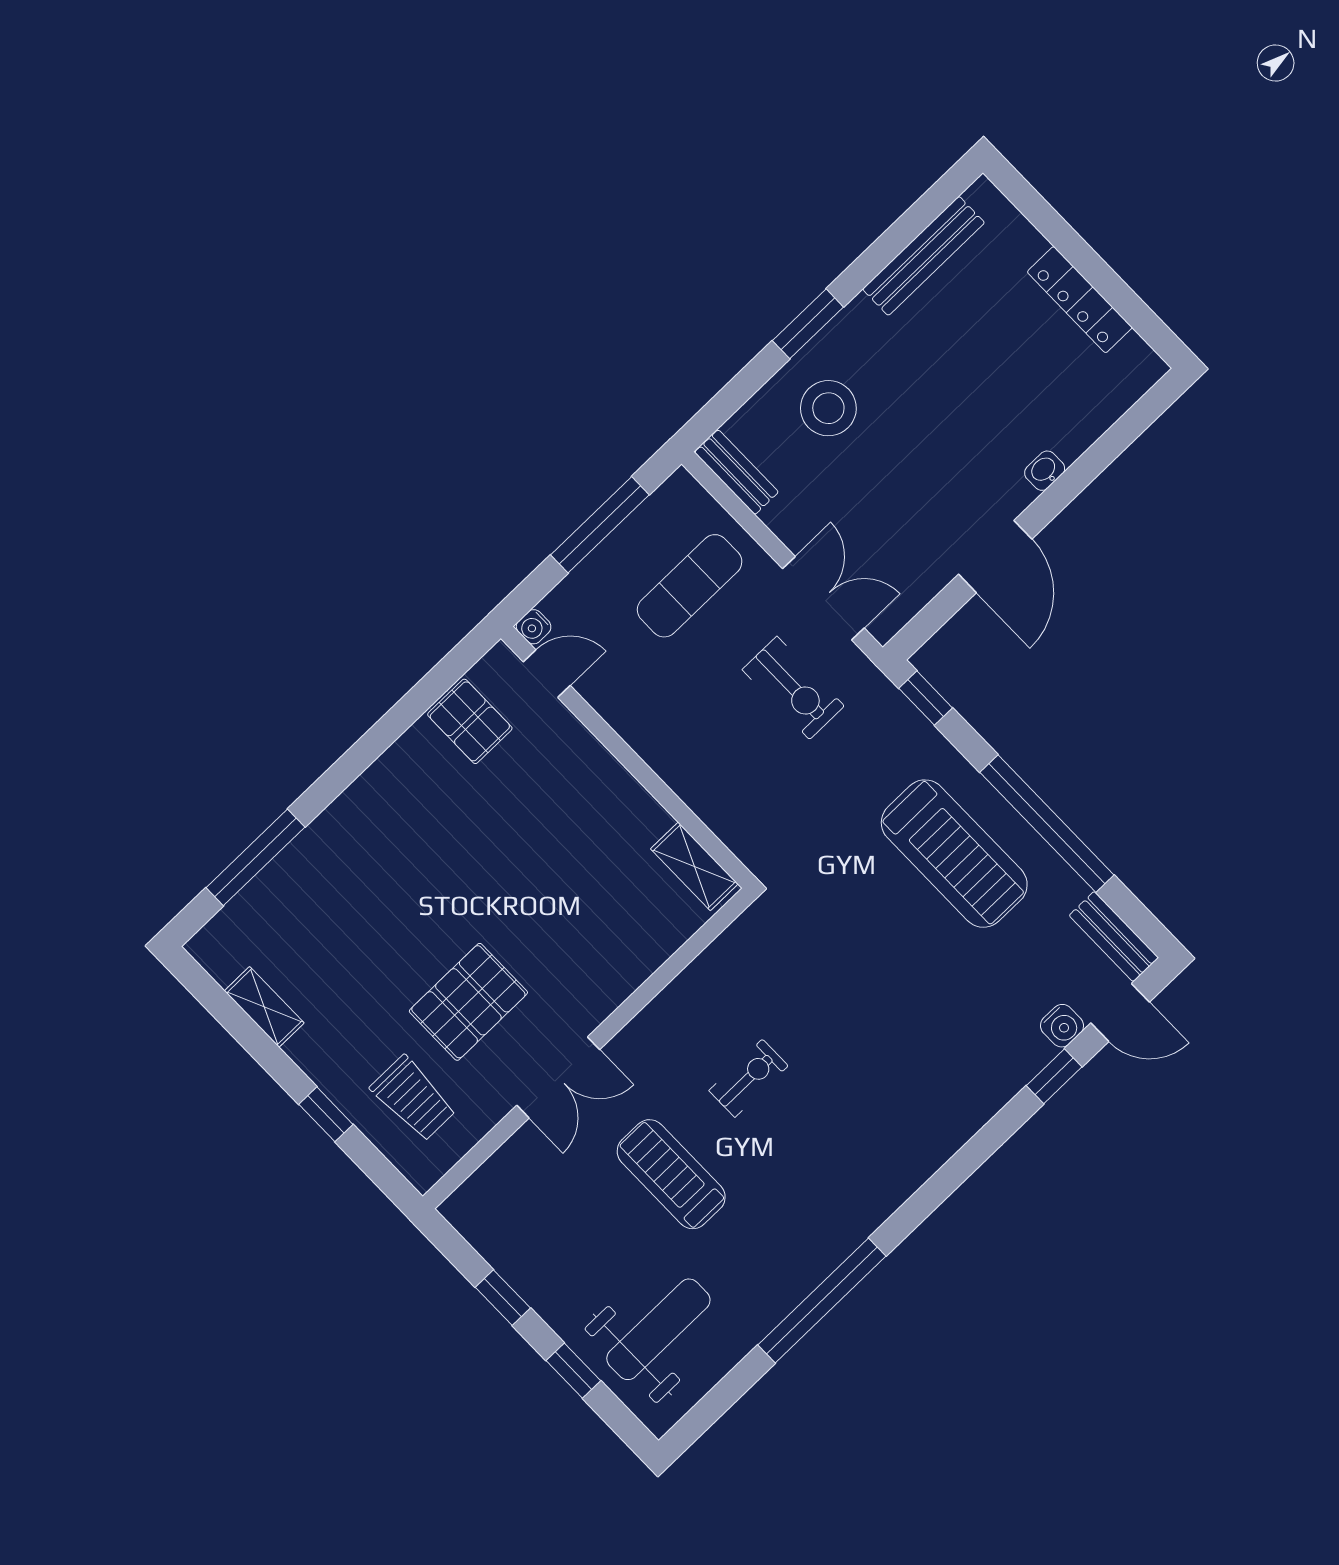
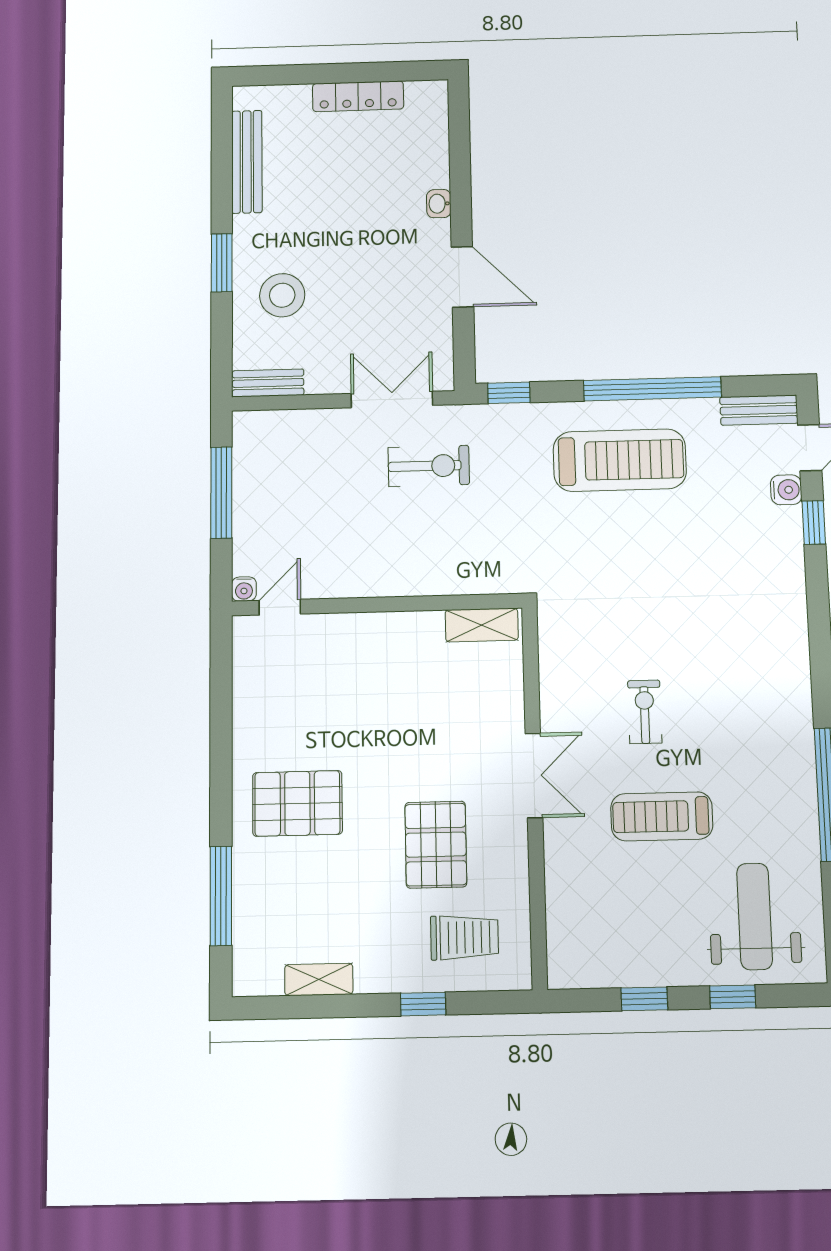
exercise mat: (690, 586) -> (309, 472), removed
pallet: (470, 721) -> (297, 803), moved, width x1.50, depth x1.42
double door: (558, 1077) -> (534, 775), moved

